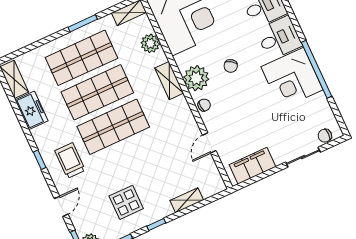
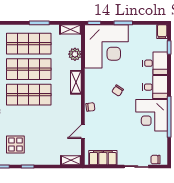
plant: (196, 78) -> (93, 88), removed
shelving: (187, 200) -> (71, 160), moved

